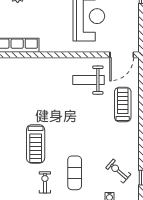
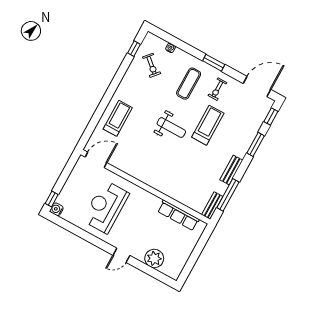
weight bench: (88, 80) -> (171, 128), moved
treadmill: (123, 105) -> (118, 118), turned 180

